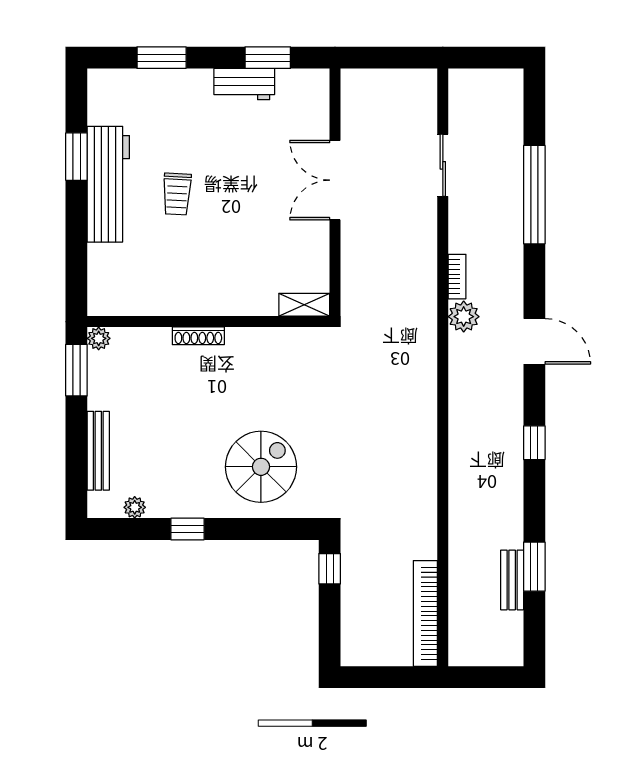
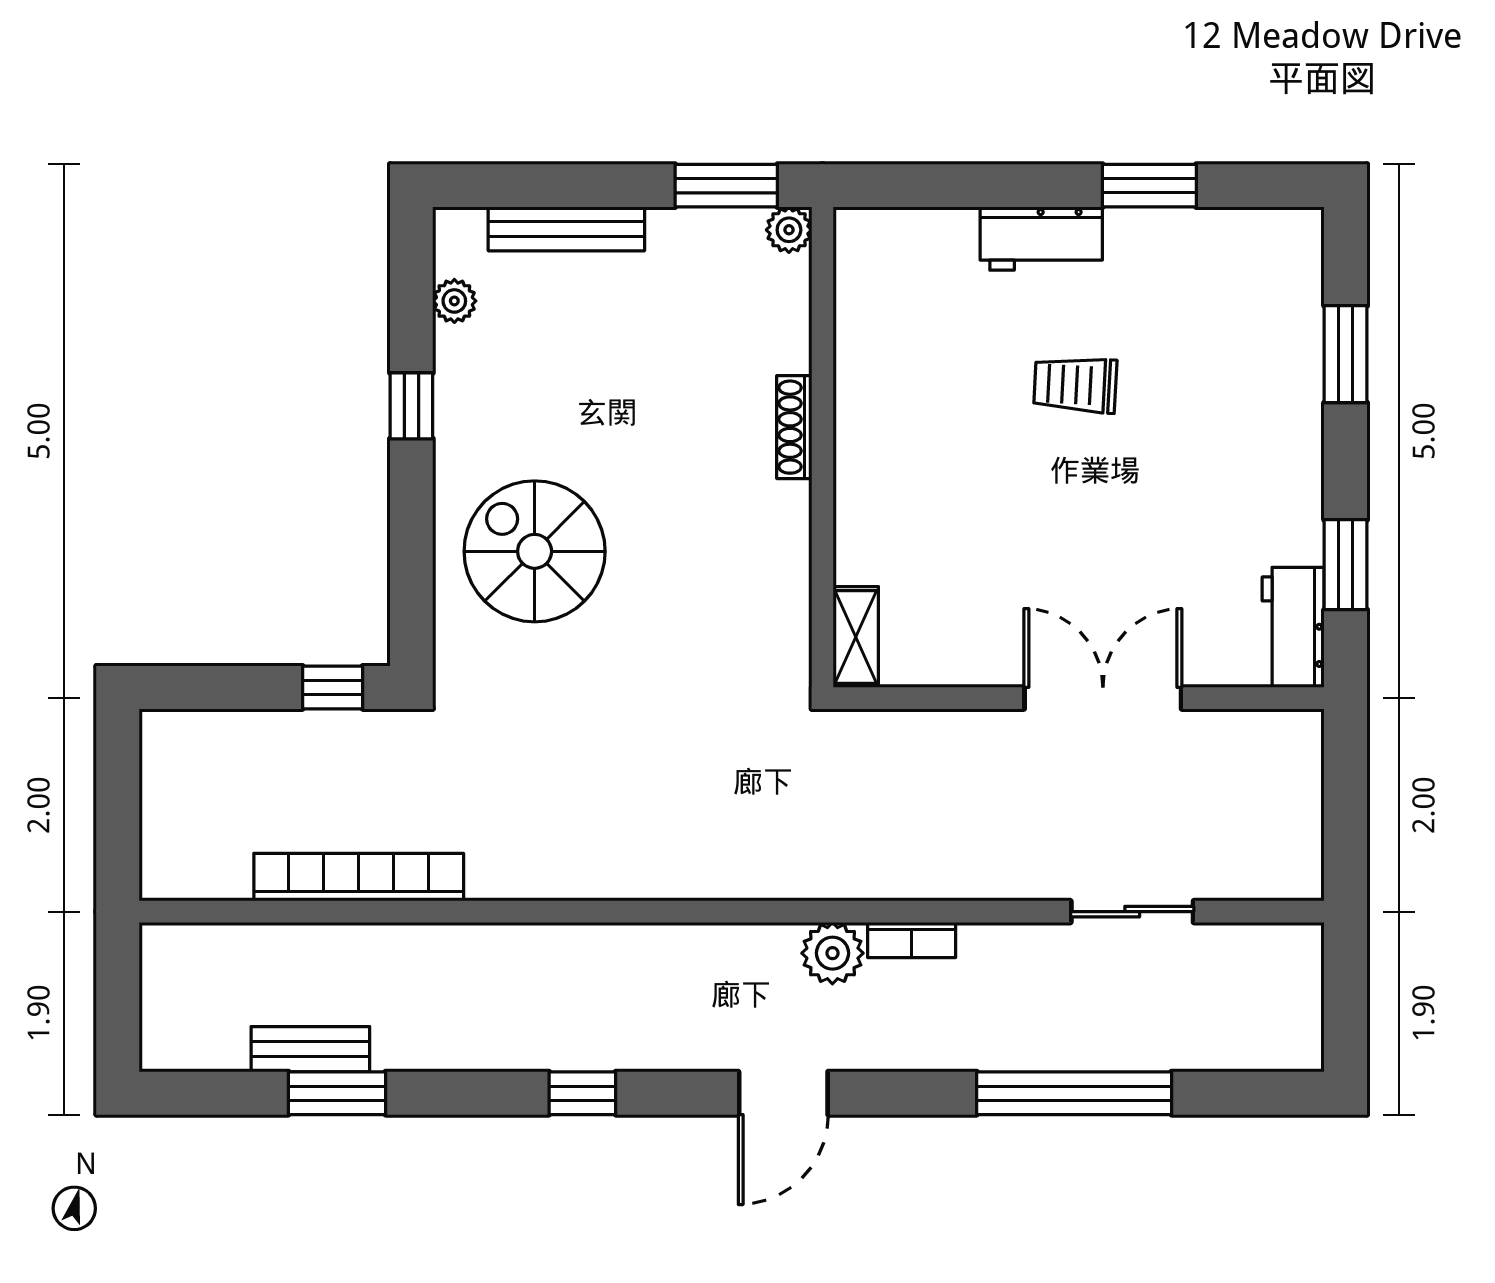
workbench: (244, 84) -> (1293, 627), moved
workbench: (108, 184) -> (1041, 239), width x0.53, depth x0.76
spiral stairs: (261, 467) -> (535, 551), turned 180
bookcase: (425, 613) -> (359, 877), moved

